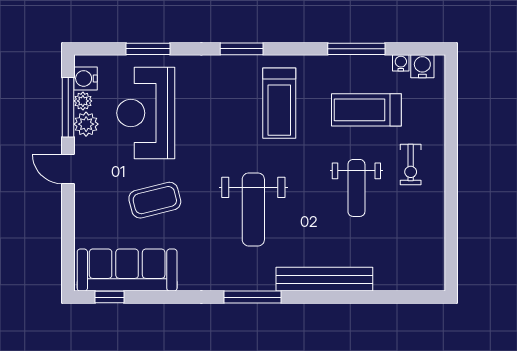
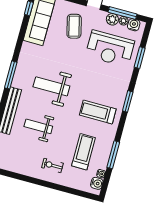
reception desk: (146, 113) -> (110, 49), turned 180
weight bench: (356, 188) -> (38, 126), moved
coffee table: (155, 200) -> (74, 26), moved

